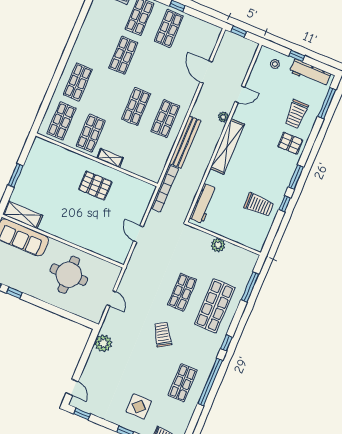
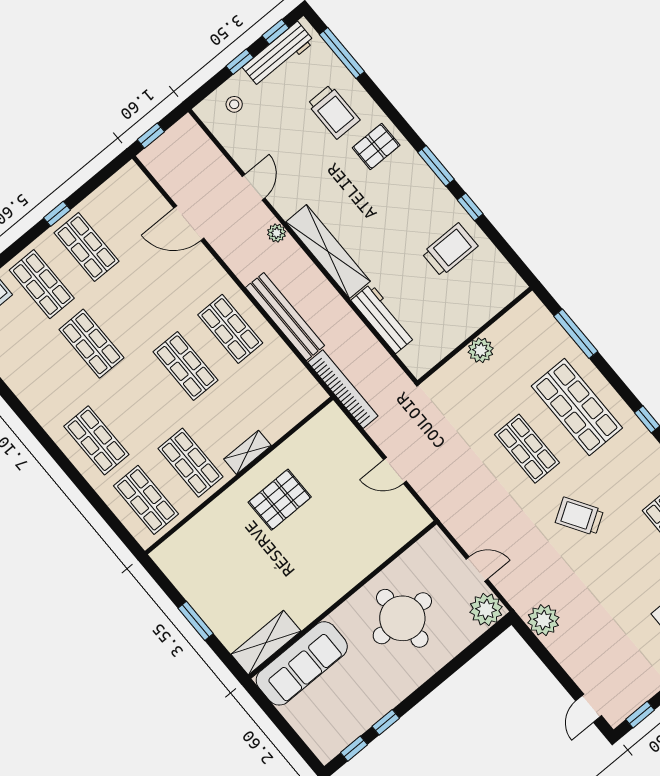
window: (320, 66) -> (276, 32), added
workbench: (203, 204) -> (383, 319), moved
plant: (94, 313) -> (486, 609), added
door: (72, 387) -> (589, 708), swing flipped

